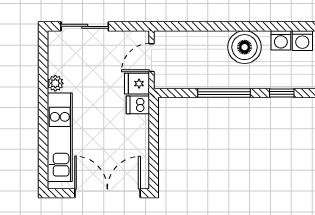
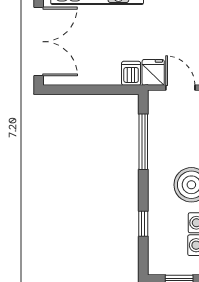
window: (224, 93) -> (143, 142), moved

